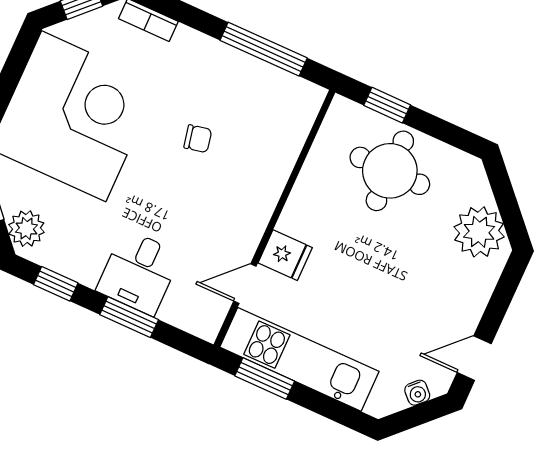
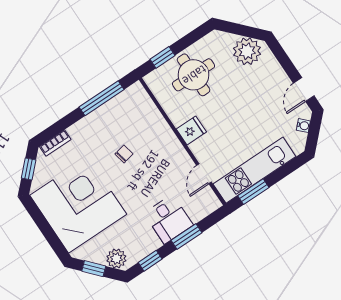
fridge: (285, 255) -> (191, 131), moved

